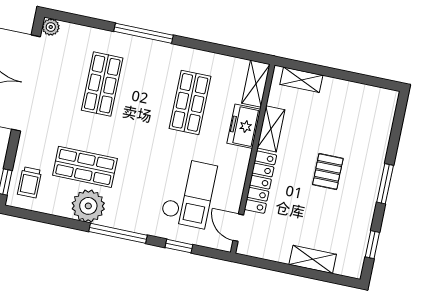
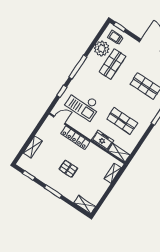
shelving: (271, 129) -> (85, 205), moved
plant: (88, 206) -> (102, 49), moved

